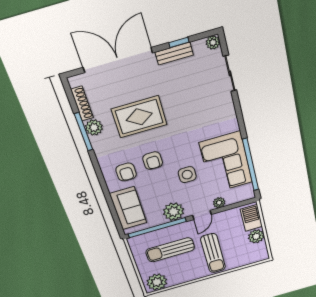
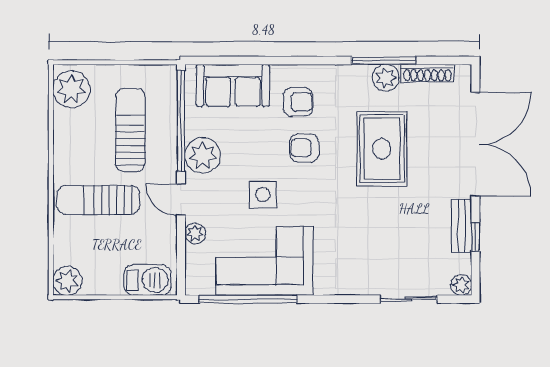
armchair: (126, 172) -> (298, 102), turned 180
plant: (256, 236) -> (67, 281), moved

